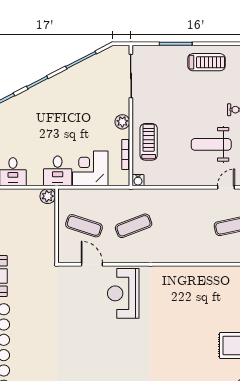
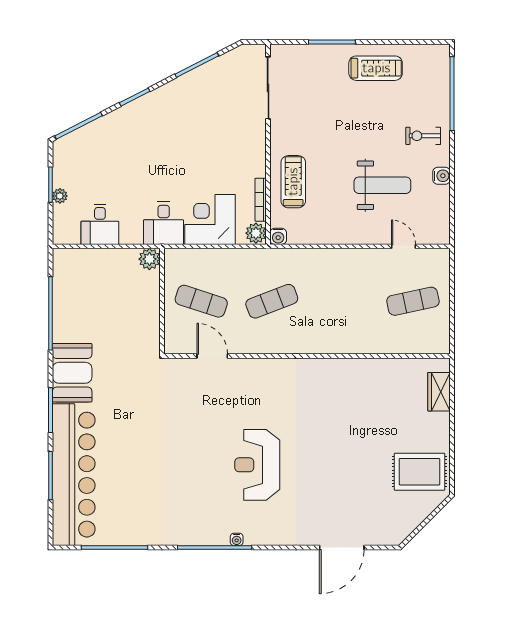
plant: (122, 122) -> (256, 233), moved
weight bench: (211, 144) -> (382, 185), turned 180
door: (226, 187) -> (404, 246), hinge flipped
reception desk: (123, 293) -> (257, 465), moved

